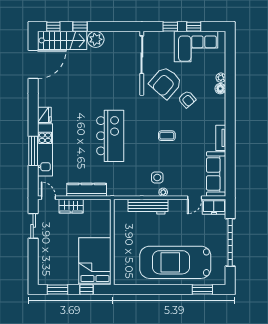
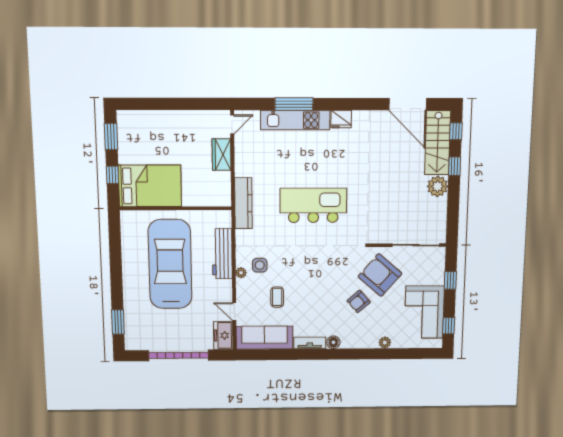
window: (194, 27) -> (449, 326), moved
floor lamp: (220, 89) -> (333, 342), moved
kitchen island: (110, 136) -> (313, 205), turned 180
coffee table: (167, 136) -> (277, 297), moved
kitchen counter: (87, 190) -> (243, 203), moved
sliding door: (33, 226) -> (195, 104), removed
car: (175, 262) -> (170, 264), moved

